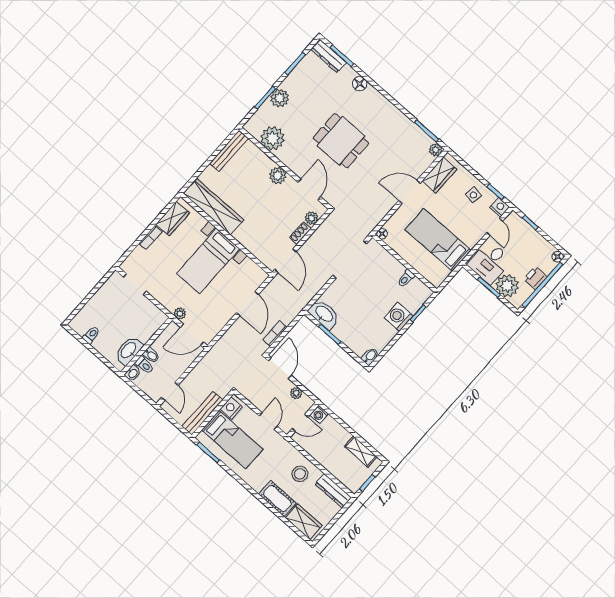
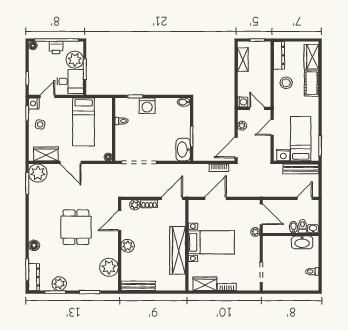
plant: (280, 98) -> (59, 284), moved
plant: (436, 150) -> (38, 173), width x1.88, depth x1.88
wardrobe: (213, 207) -> (178, 250), moved

